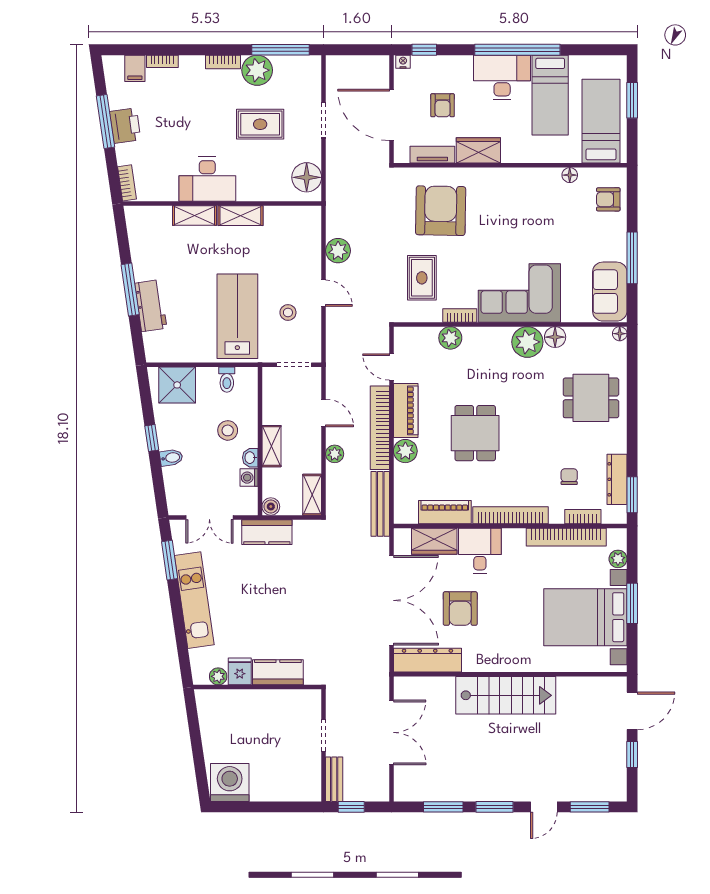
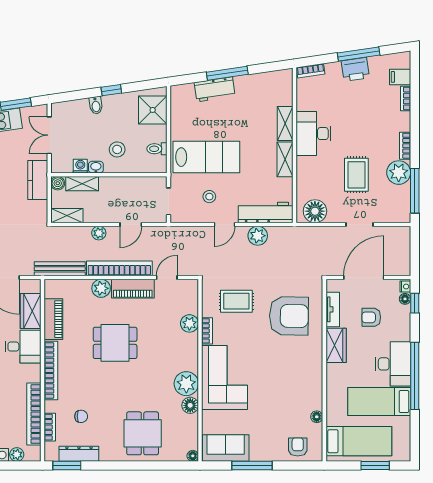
floor lamp: (419, 62) -> (405, 299), added
workbench: (308, 241) -> (266, 212), added
shelving: (271, 446) -> (82, 184), moved

